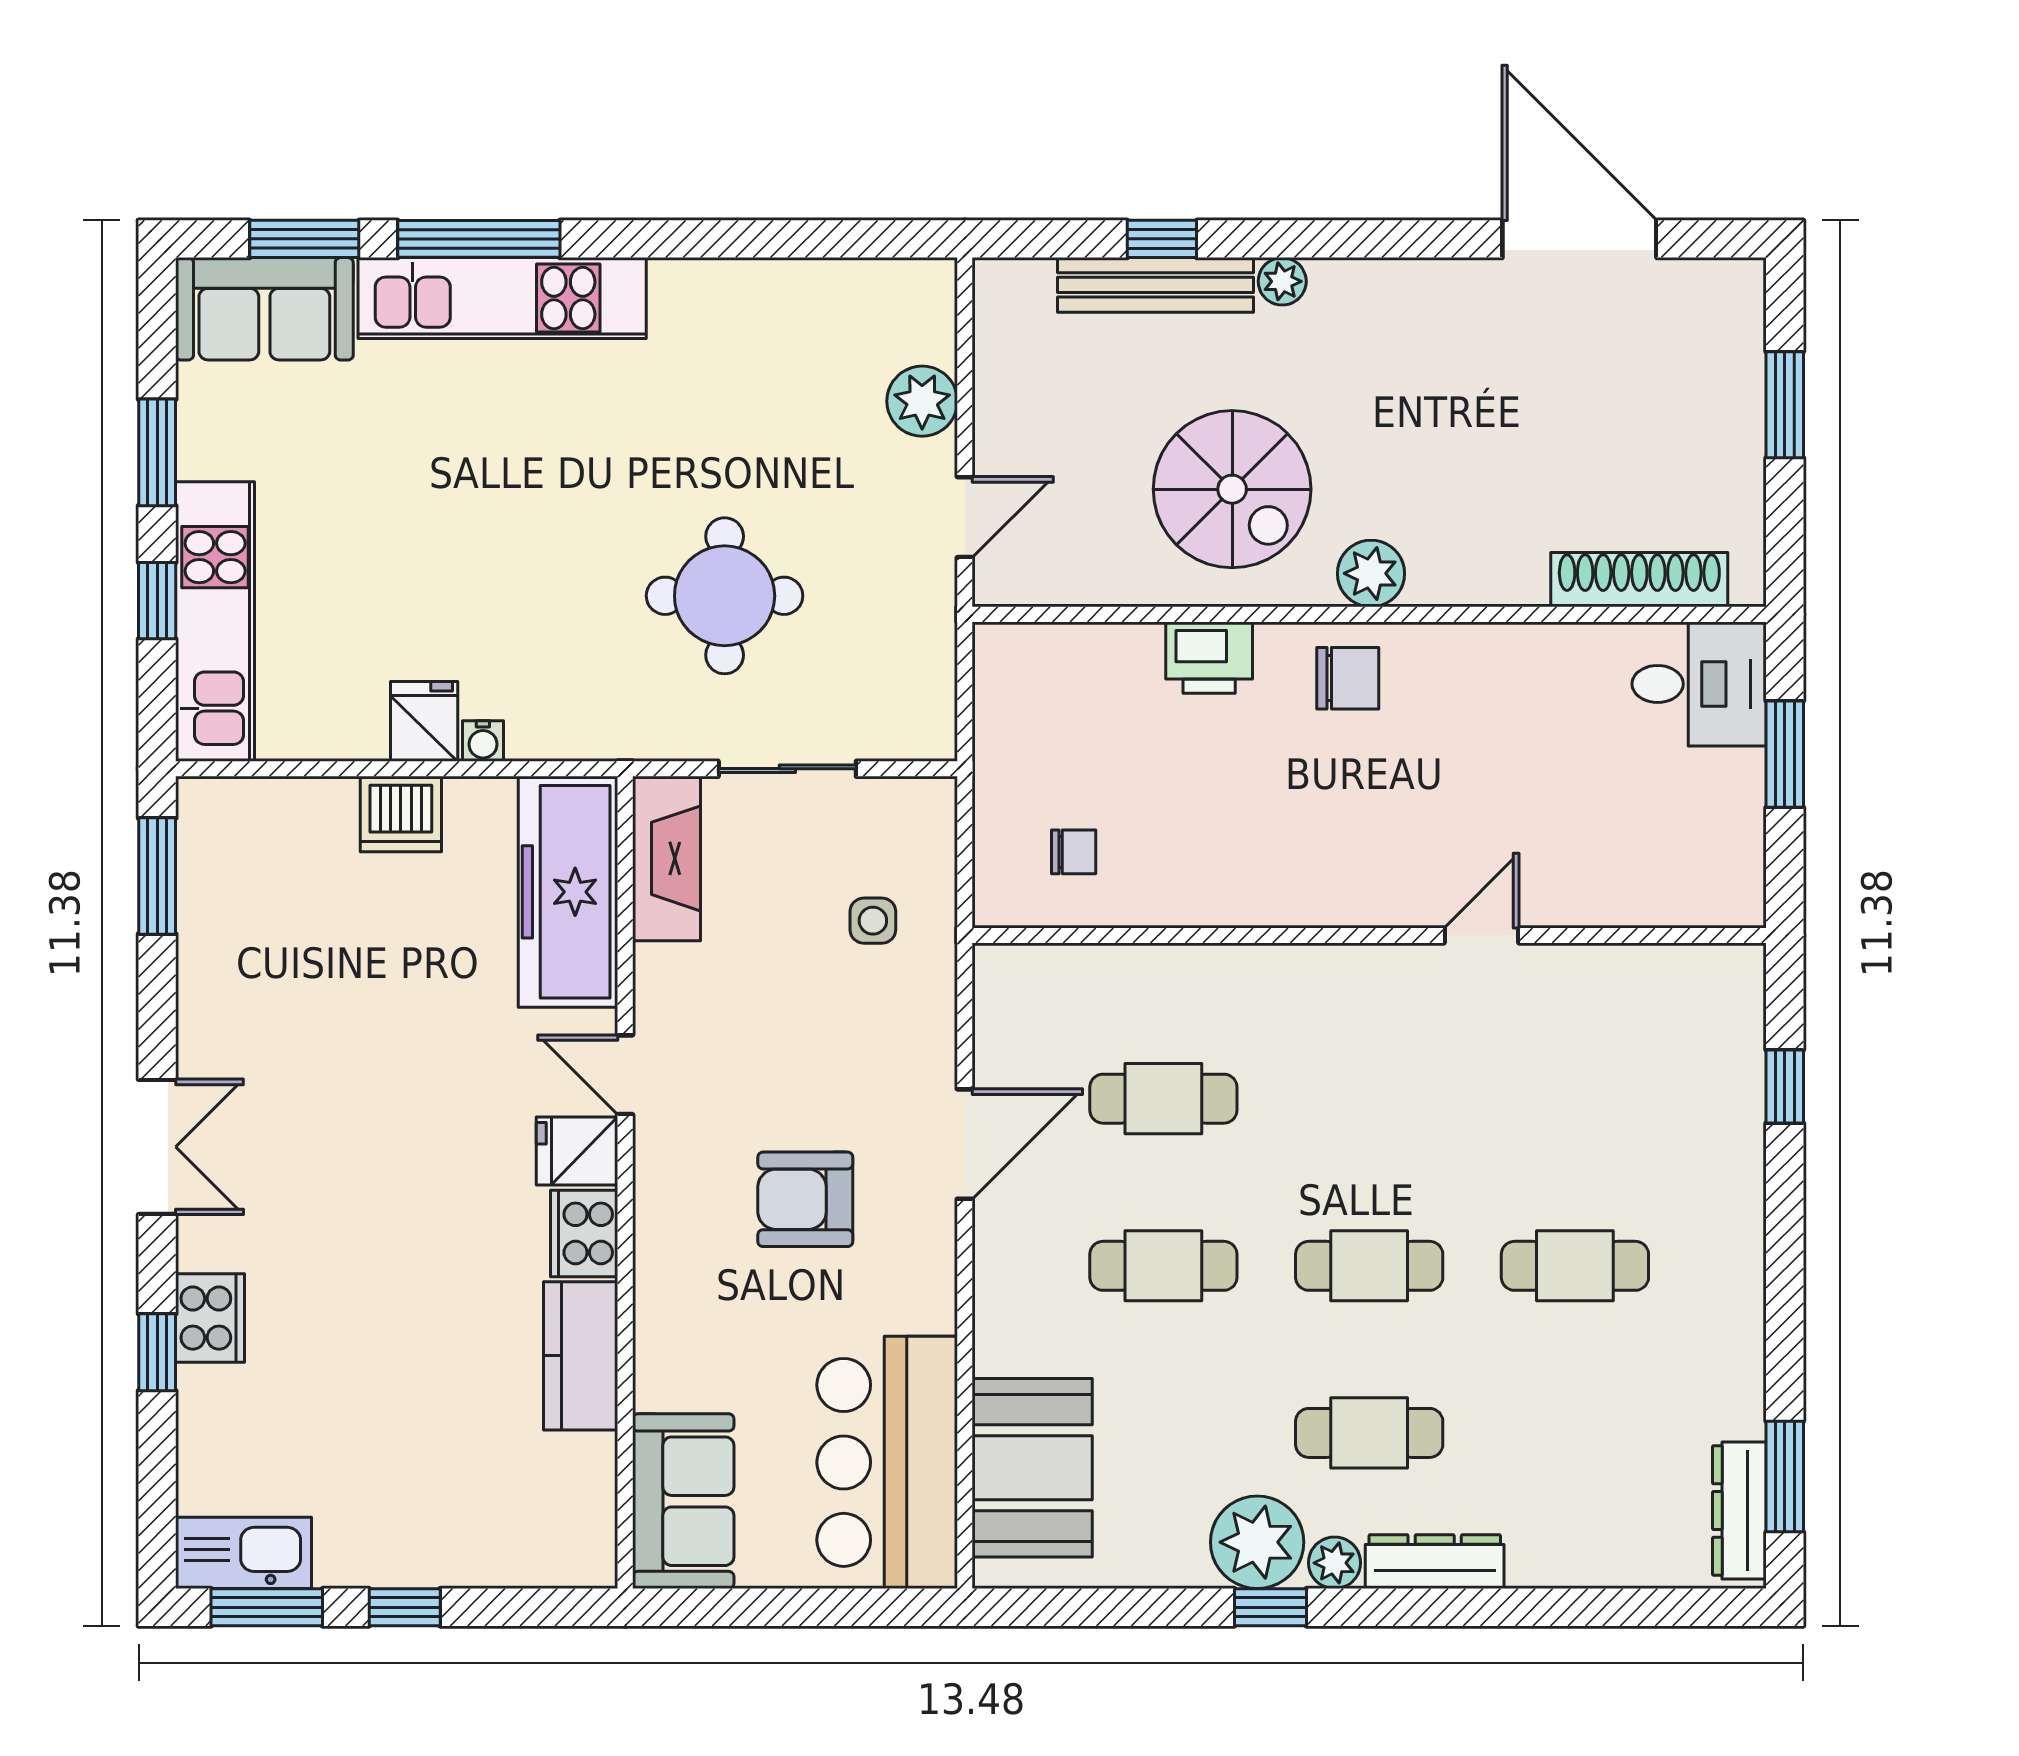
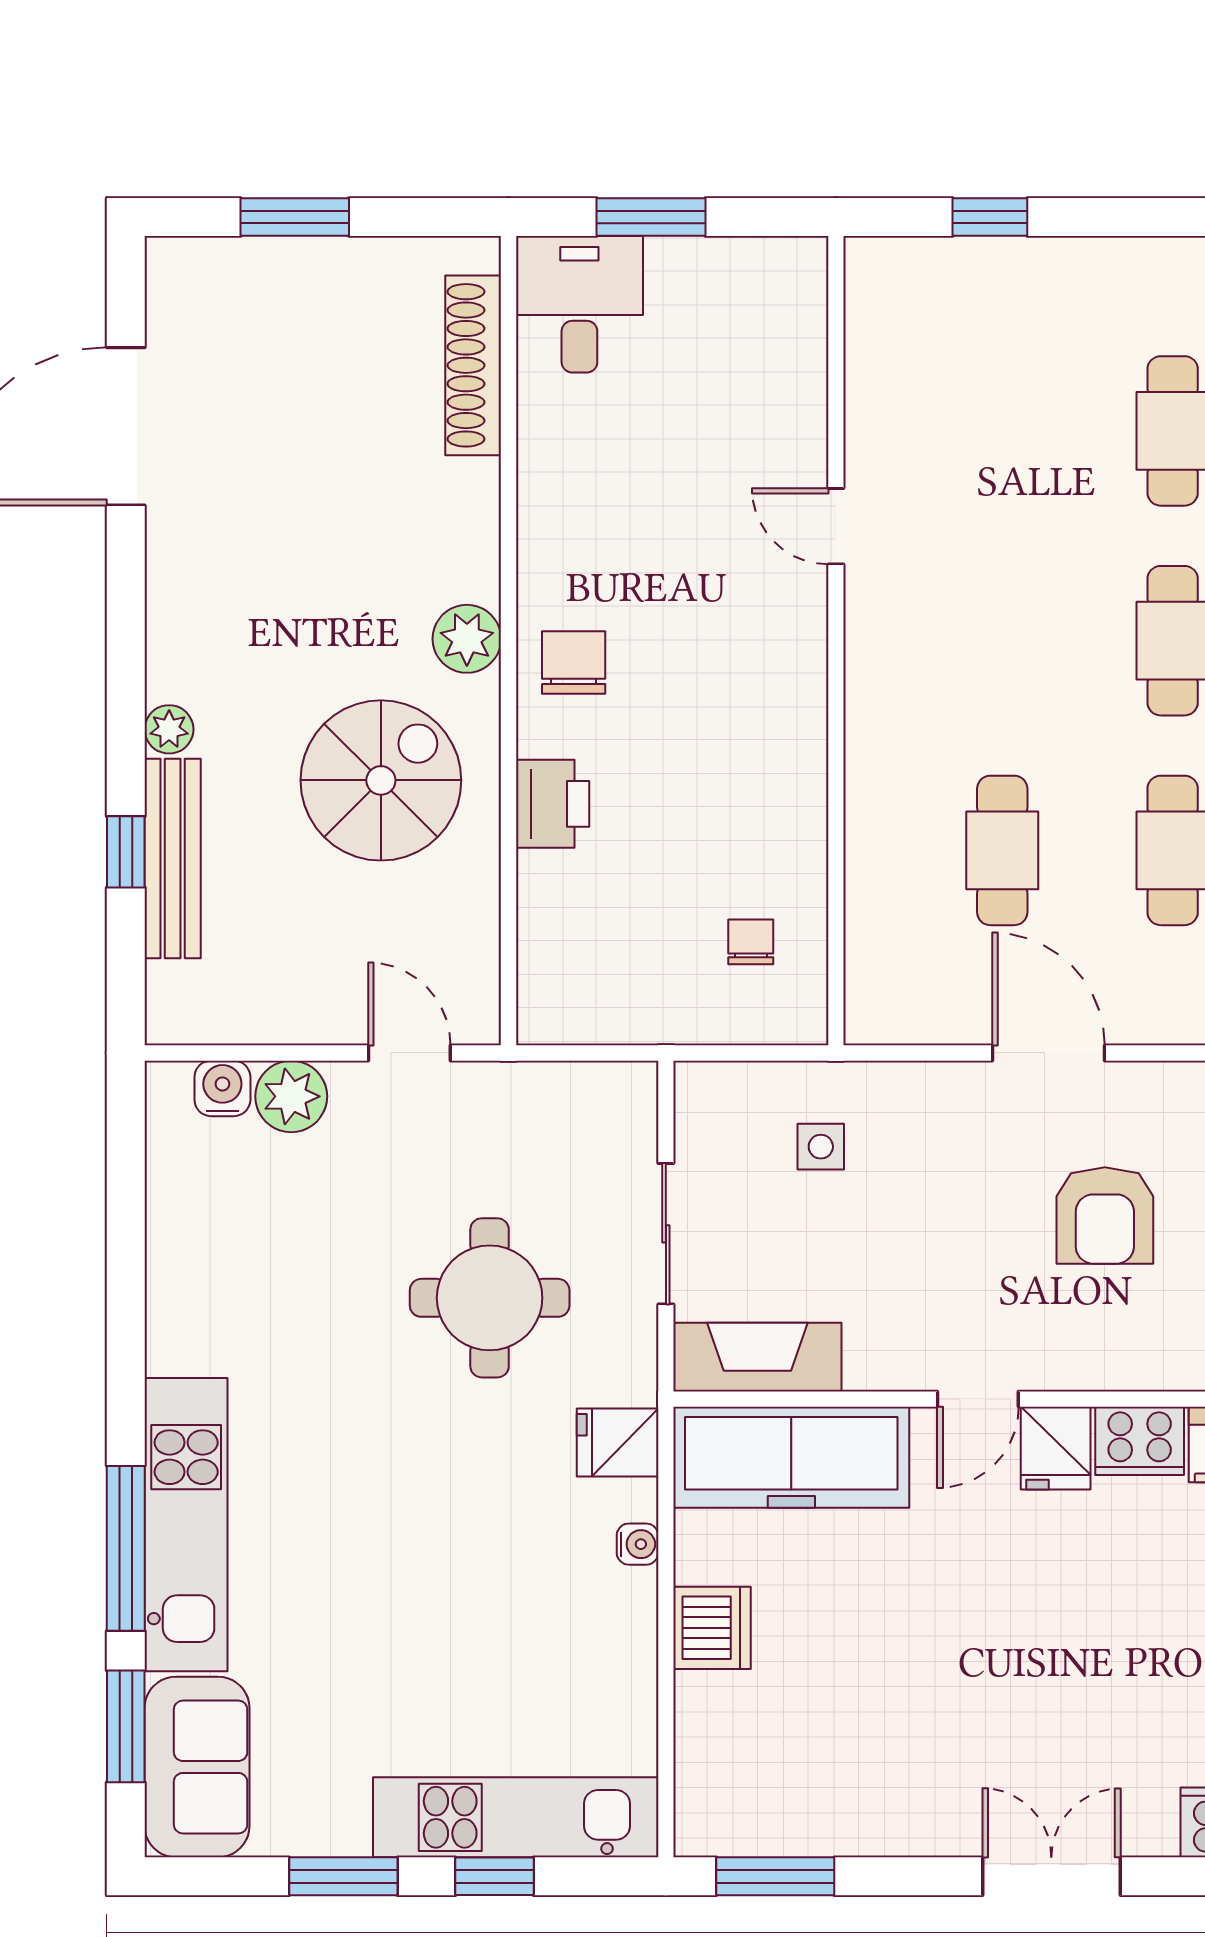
water cooler: (930, 334) -> (222, 1088), added
fridge: (424, 721) -> (618, 1443), moved

